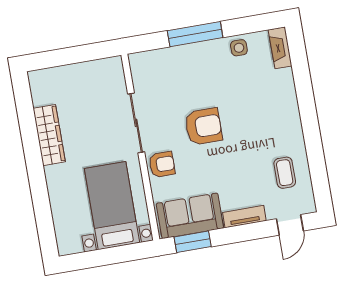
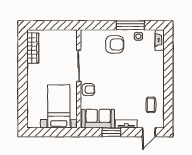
window: (195, 34) -> (130, 25), moved
armchair: (203, 126) -> (115, 44), moved
wardrobe: (49, 135) -> (33, 48), moved
window: (193, 242) -> (111, 132), moved

